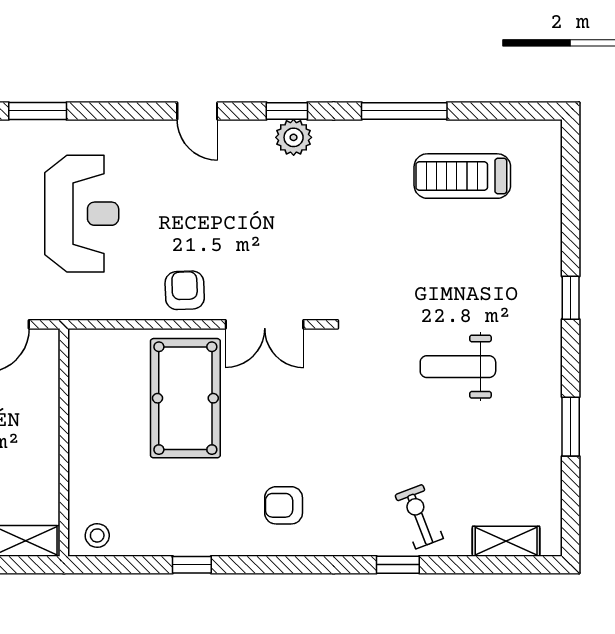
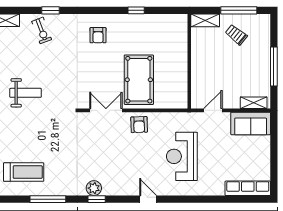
window: (38, 111) -> (200, 199), removed
door: (197, 111) -> (148, 199), moved
armchair: (284, 505) -> (98, 35), turned 90
stool: (97, 535) -> (175, 23), removed

